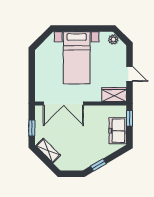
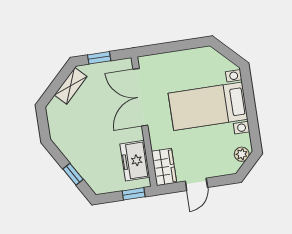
freezer: (118, 131) -> (135, 161), moved, turned -90
window: (98, 165) -> (73, 174), moved

